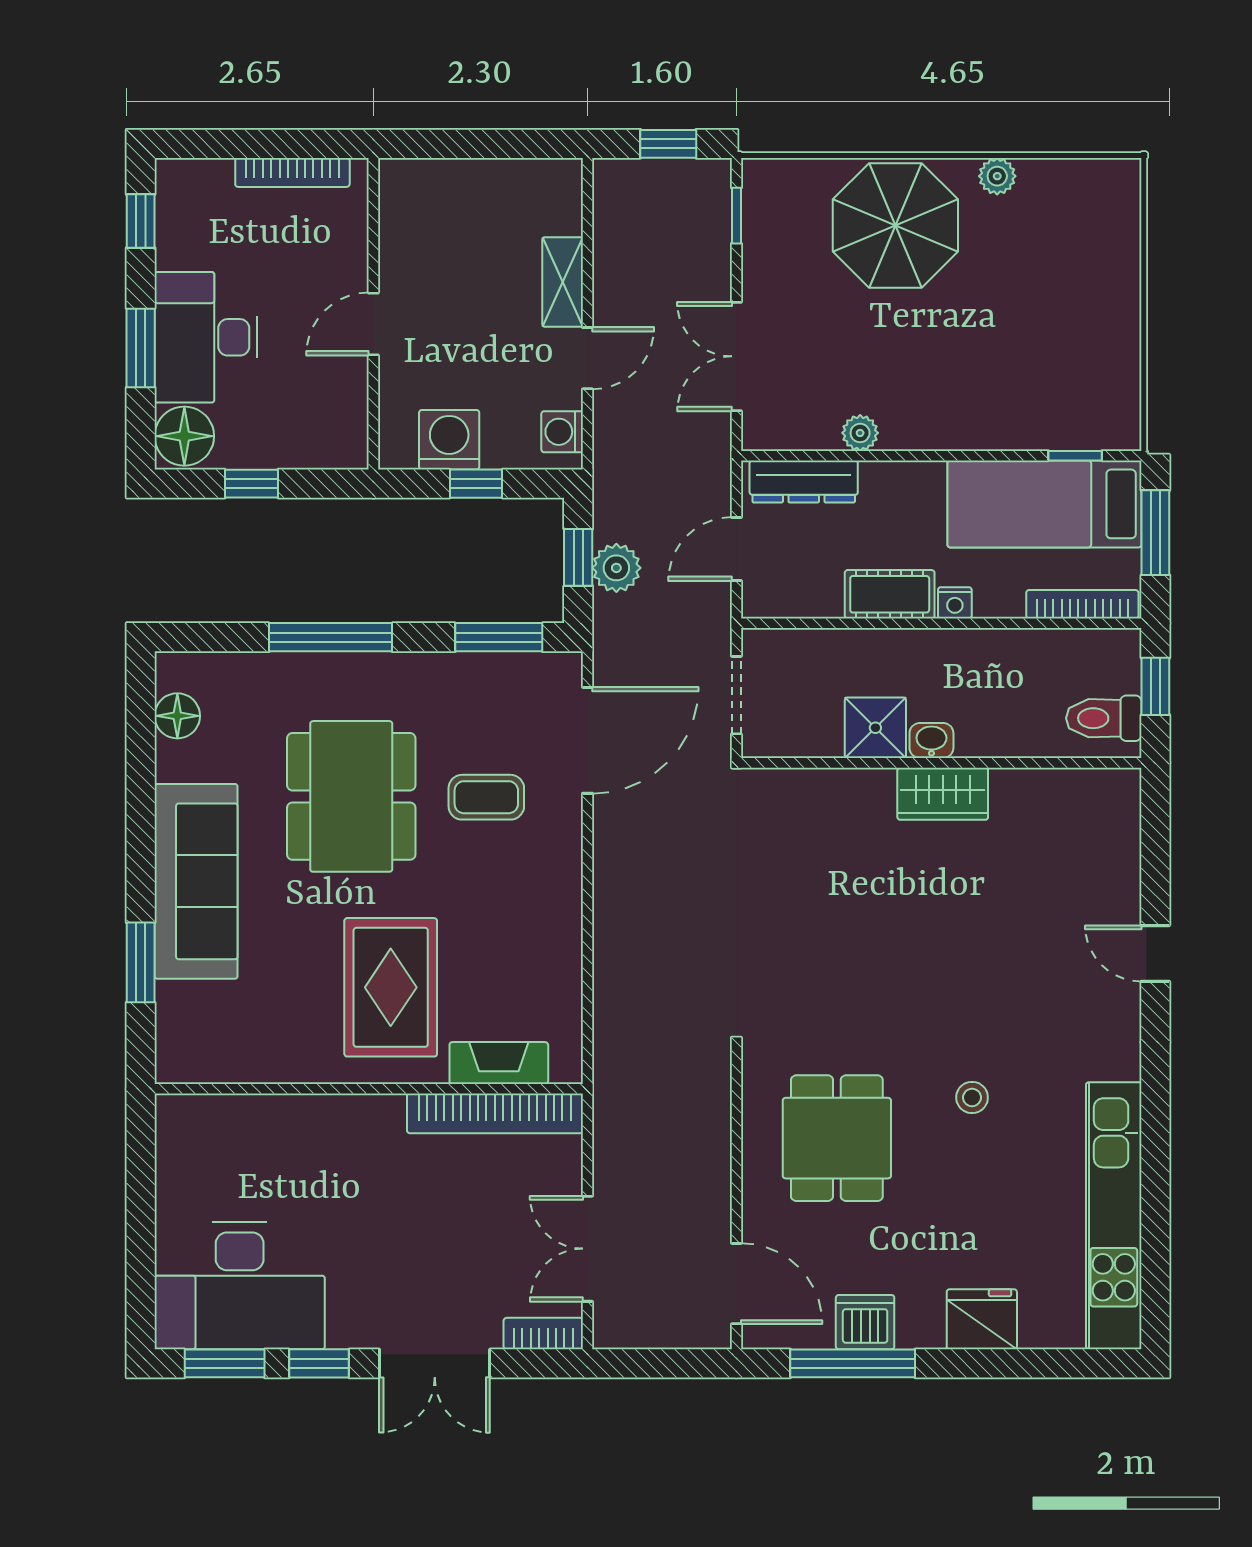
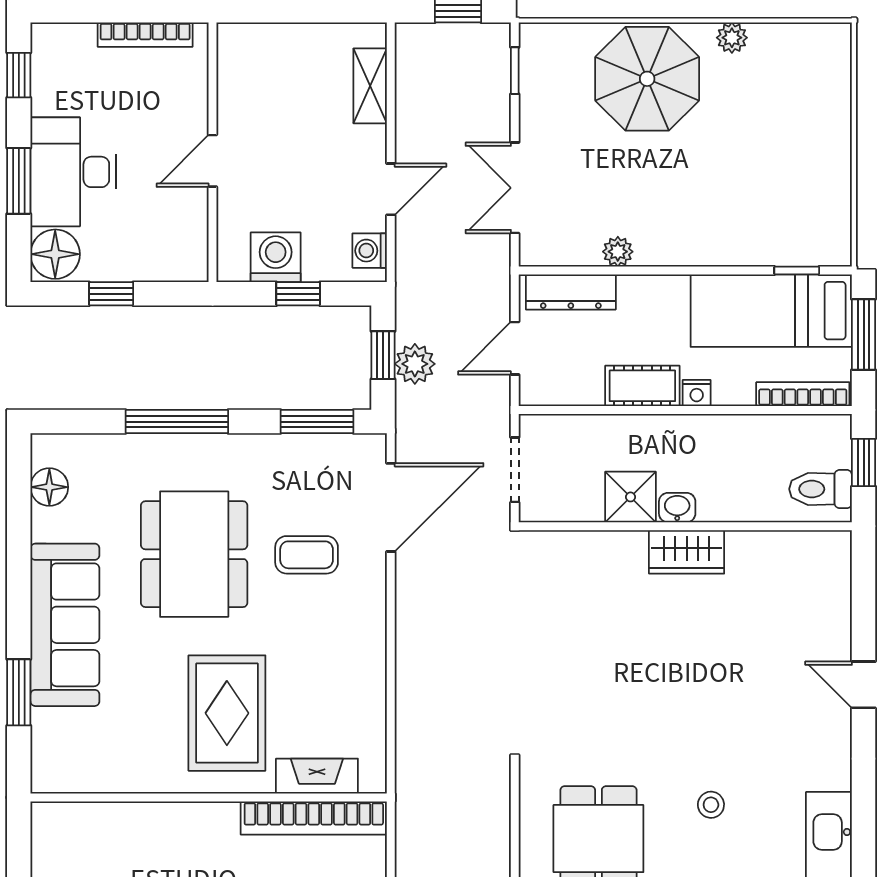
shelving: (563, 282) -> (370, 86), moved

